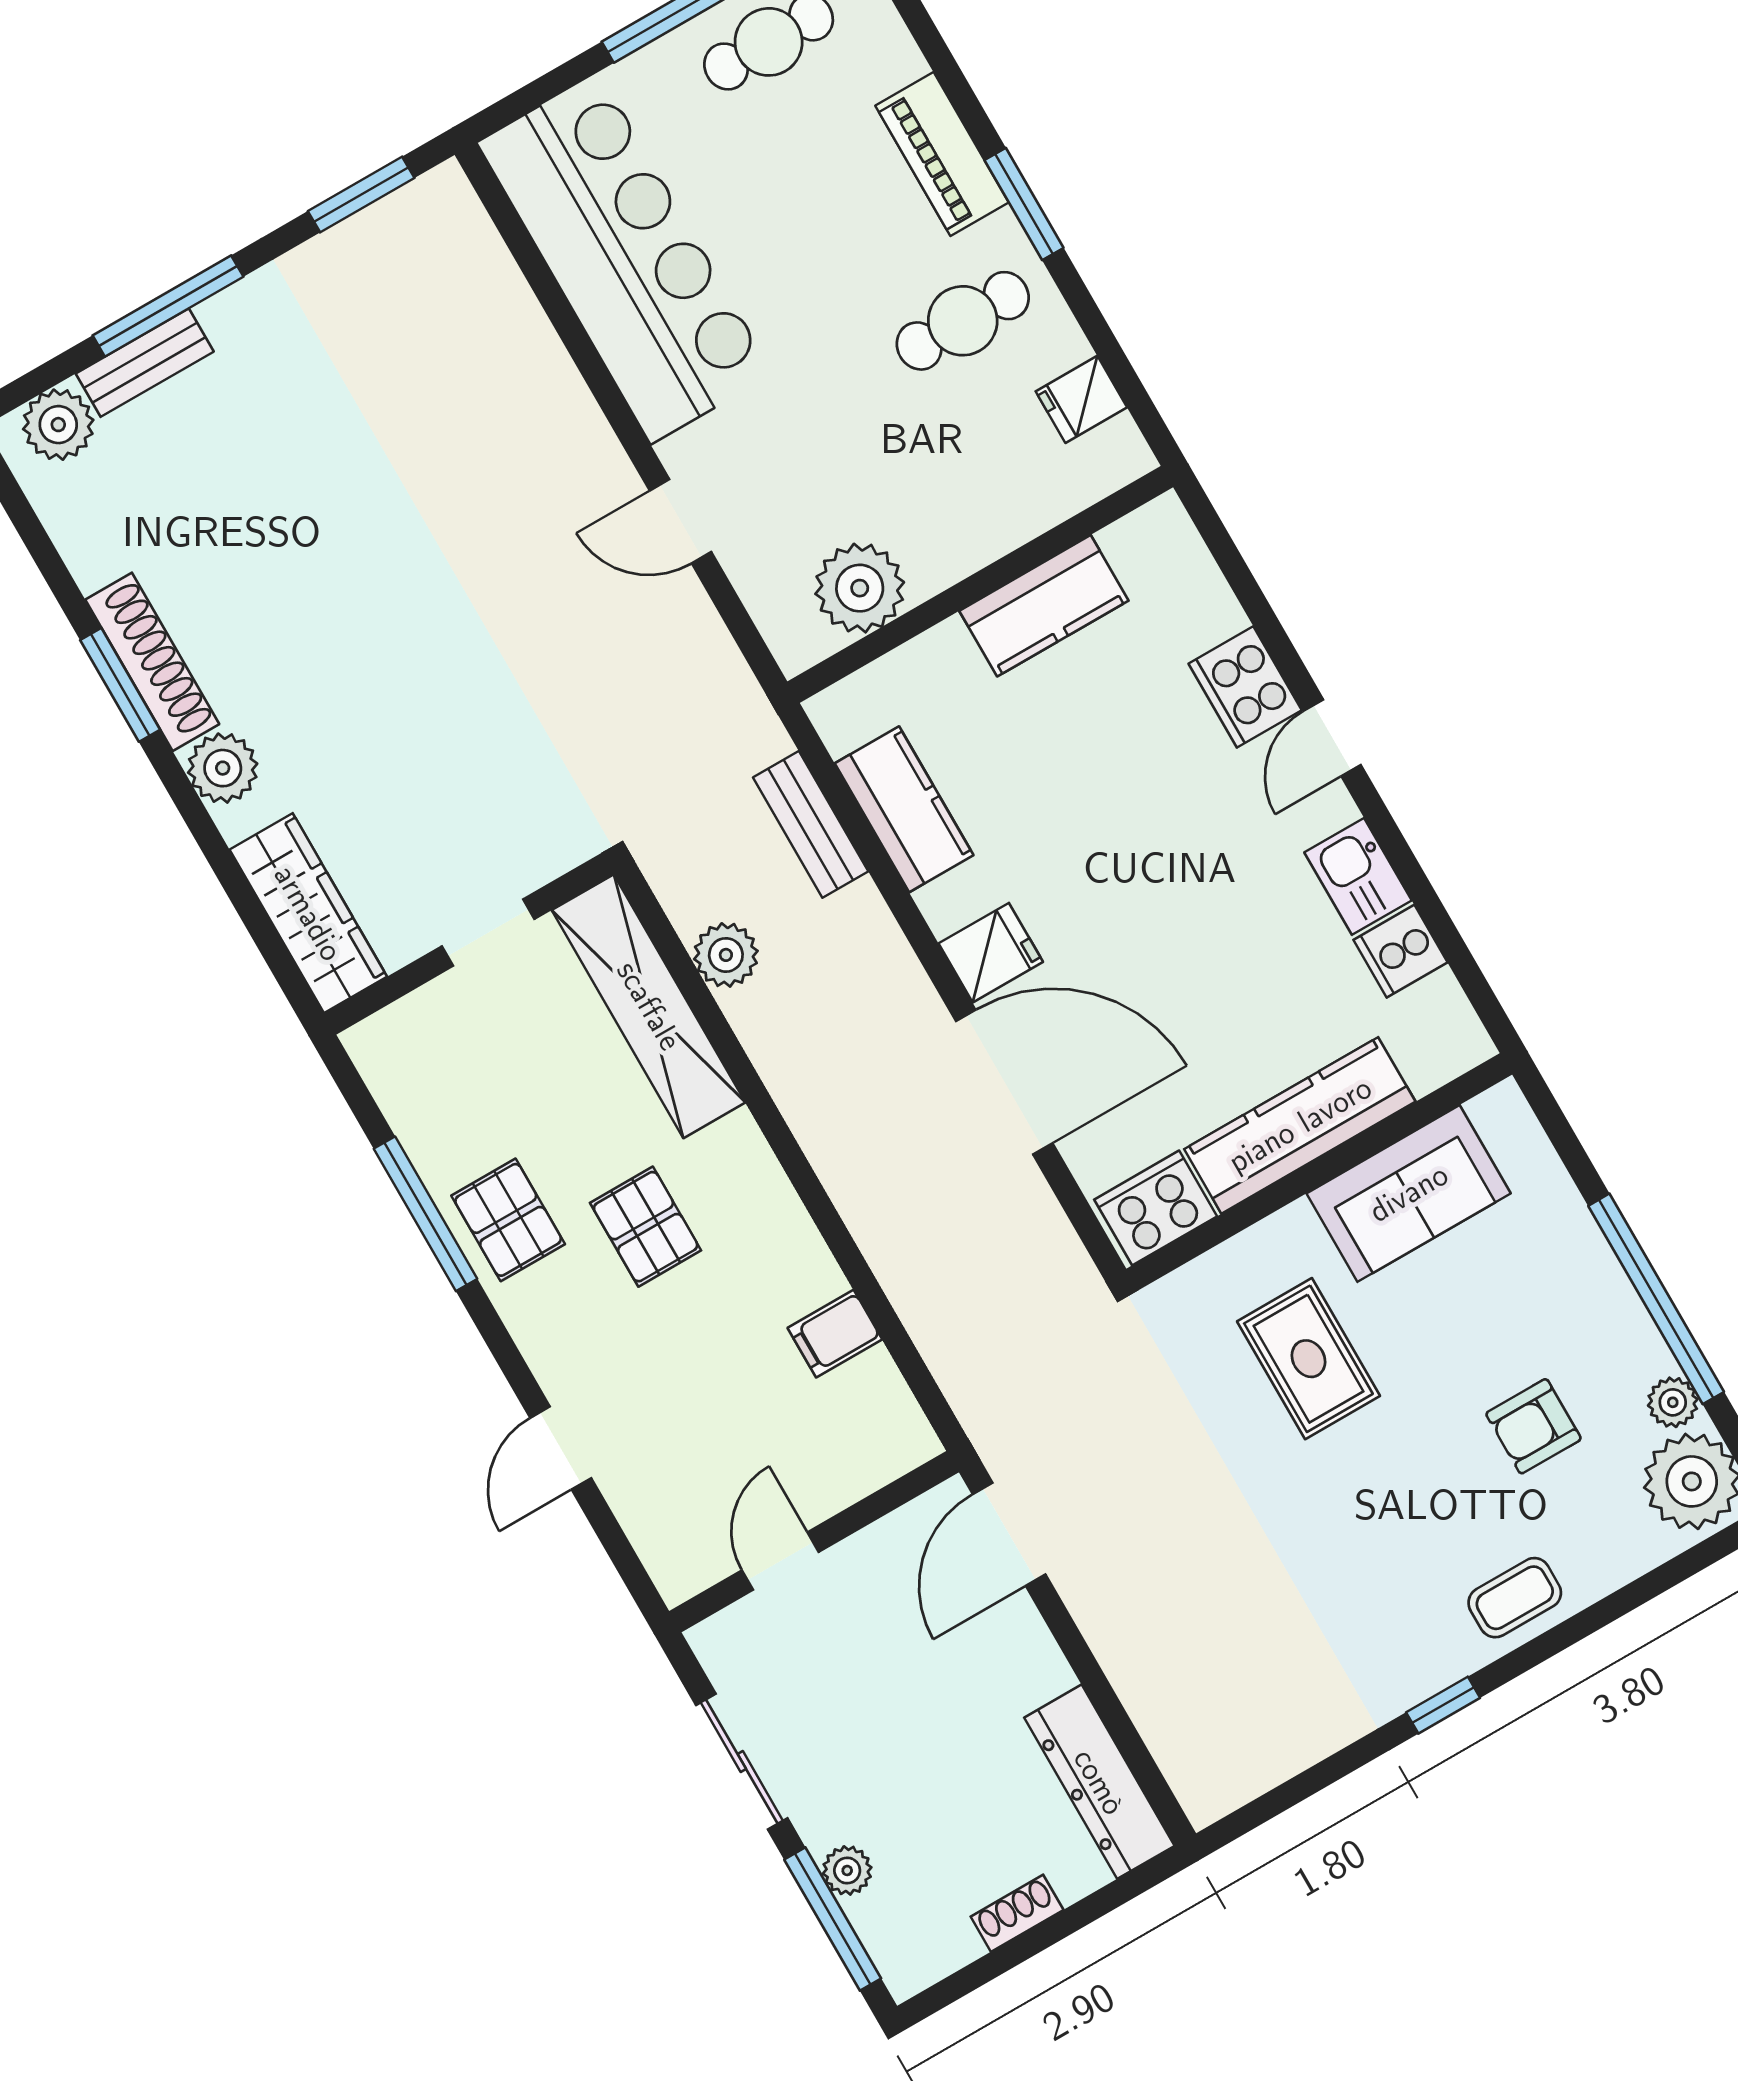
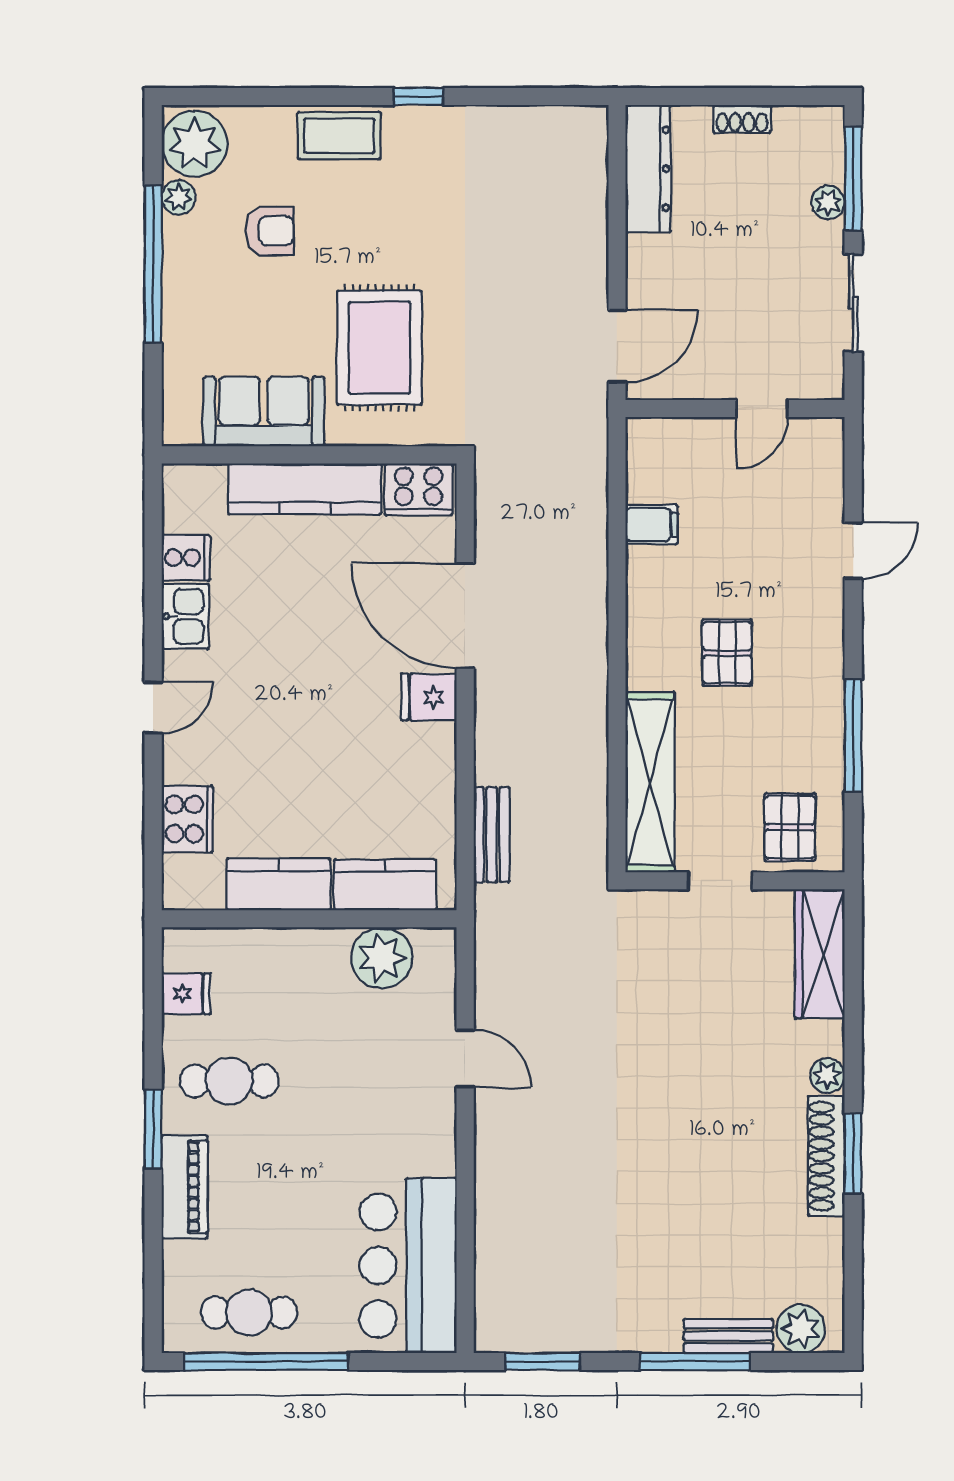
bar counter: (625, 258) -> (408, 1265), width x0.73
cooker: (1245, 687) -> (187, 819), moved
plant: (223, 768) -> (827, 1076), width x0.73, depth x0.73
kitchen counter: (904, 809) -> (385, 885), moved, turned 90
plant: (726, 955) -> (587, 786), removed
pallet: (508, 1220) -> (790, 827), moved
rug: (1308, 1359) -> (380, 348), width x1.36, depth x1.43
coffee table: (1515, 1598) -> (339, 136), width x1.36, depth x1.30

